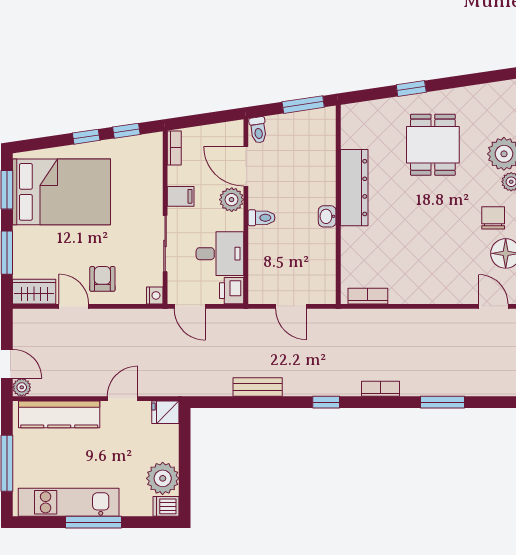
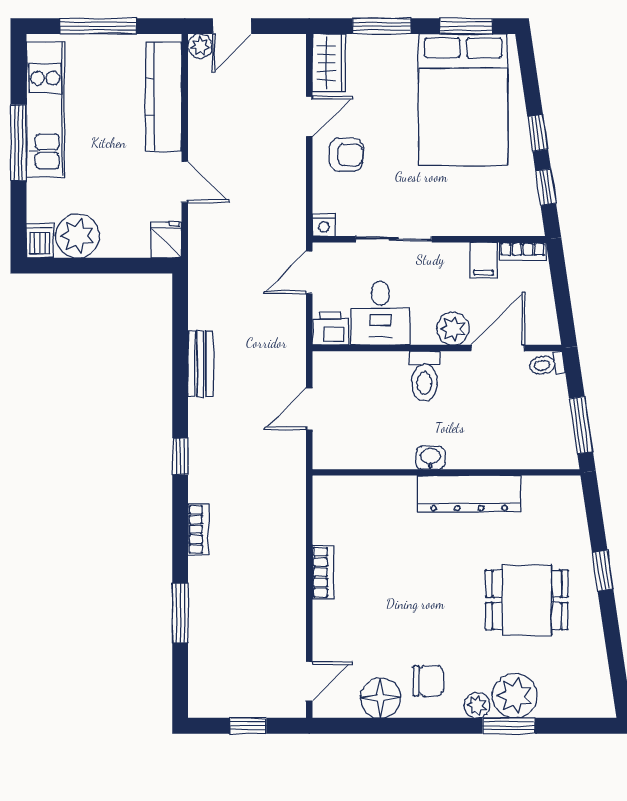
filing cabinet: (181, 196) -> (483, 260), moved
toilet: (262, 218) -> (424, 376), width x1.37, depth x1.39
bookcase: (368, 296) -> (323, 572), moved

